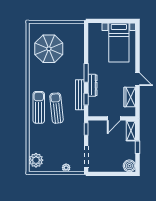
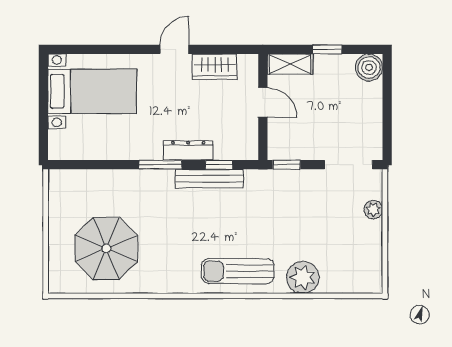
sun lounger: (56, 108) -> (239, 231), removed
plant: (36, 160) -> (303, 277), moved

